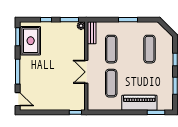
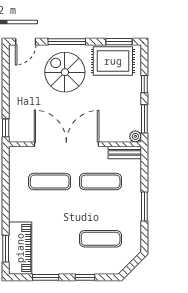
double door: (86, 72) -> (66, 144), width x1.87
spiral stairs: (38, 73) -> (65, 72), added
piano: (139, 103) -> (20, 248), moved

